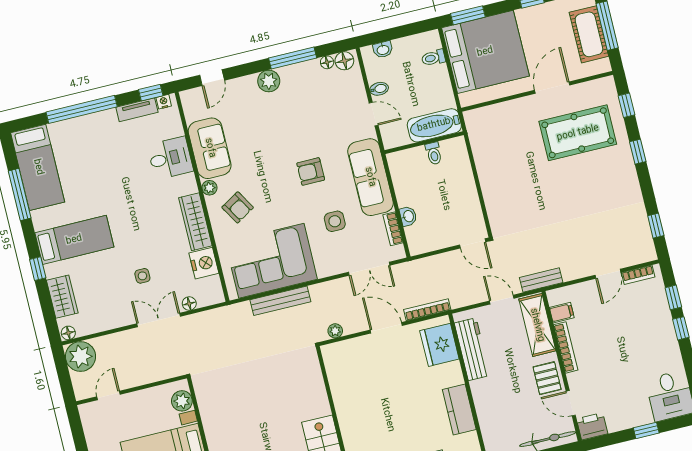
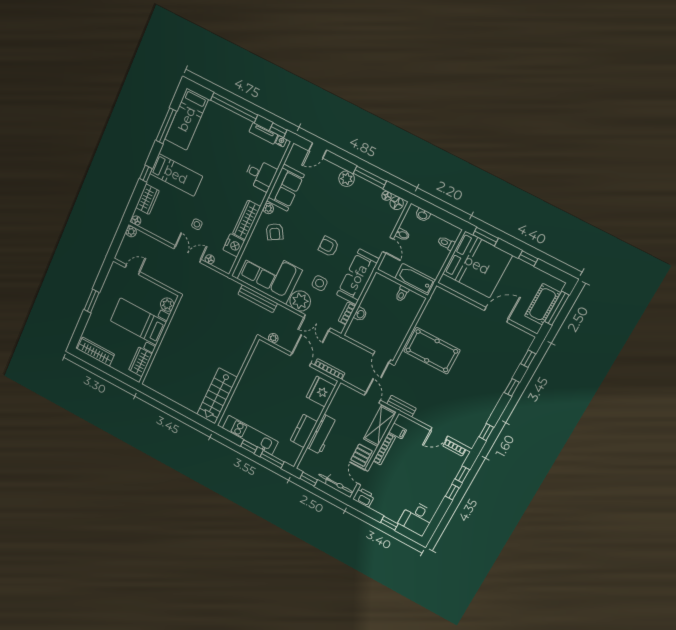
pool table: (578, 133) -> (432, 351), moved
plant: (330, 261) -> (300, 301), added
workbench: (472, 349) -> (322, 434), moved
plant: (80, 356) -> (131, 231), width x0.53, depth x0.53

